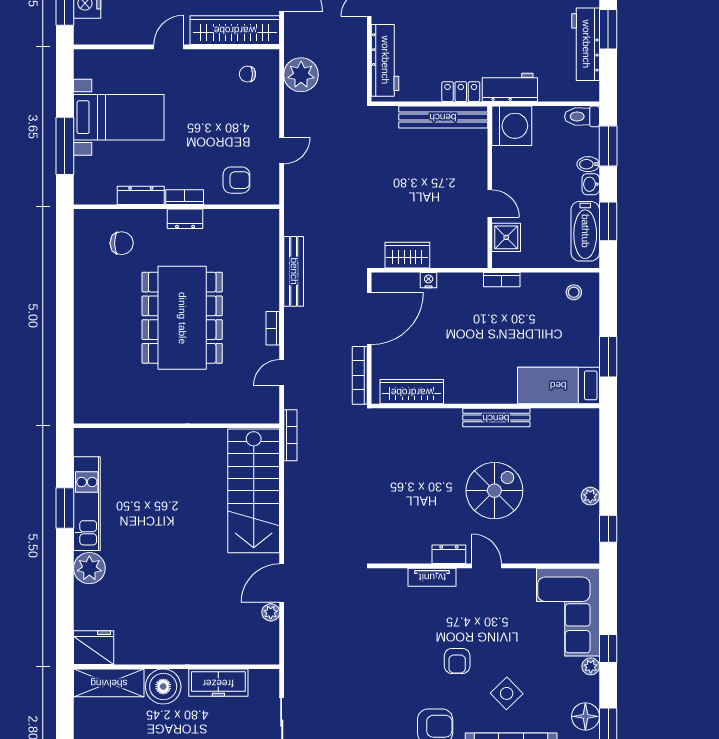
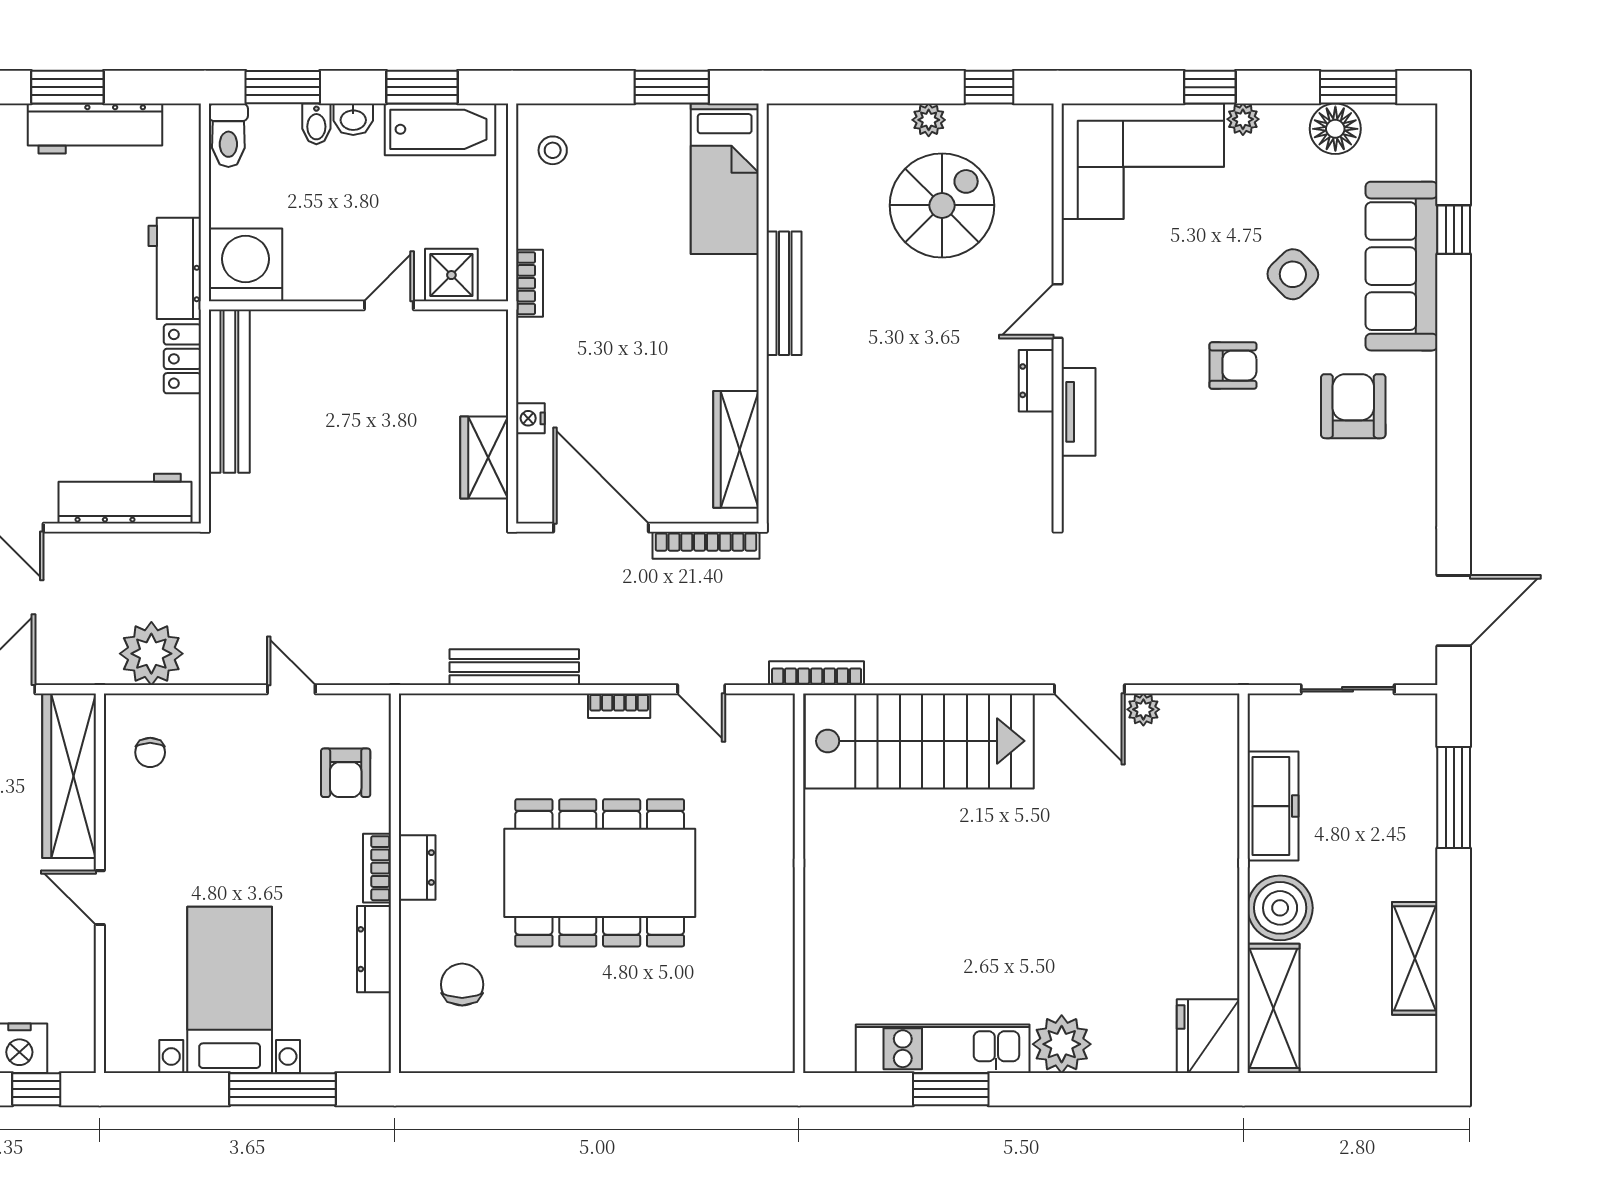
armchair: (236, 180) -> (346, 773), turned 180
spiral stairs: (494, 491) -> (942, 205), moved, turned 90

